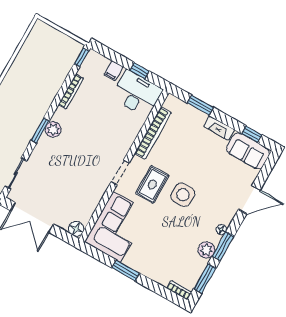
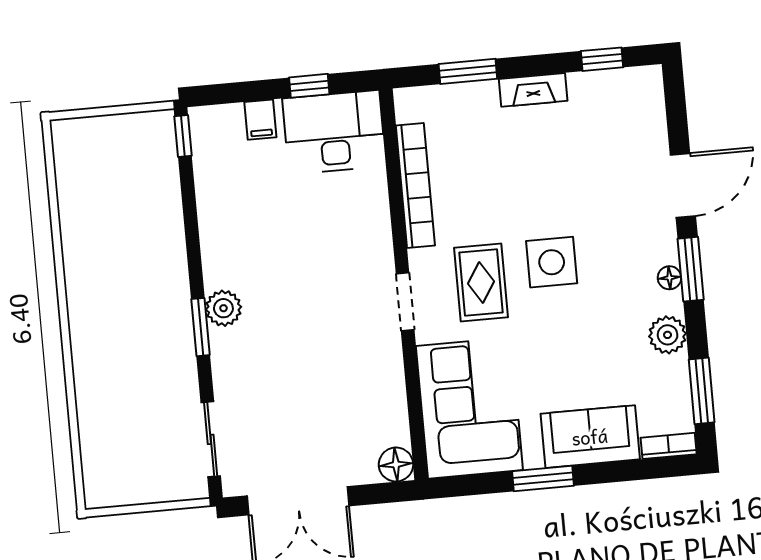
bookcase: (71, 92) -> (207, 214), removed
sofa: (248, 151) -> (590, 437), moved, turned 180
window: (223, 246) -> (691, 269), moved

